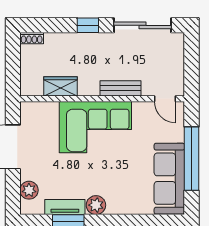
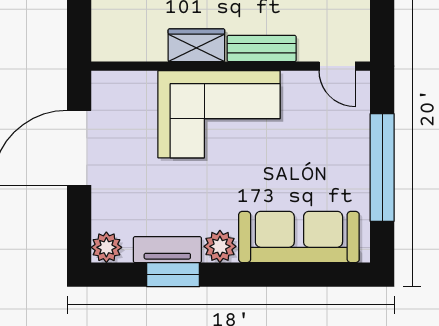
wardrobe: (60, 86) -> (196, 45), moved
sofa: (169, 179) -> (299, 237), moved, turned 90
plant: (29, 190) -> (106, 247), moved

